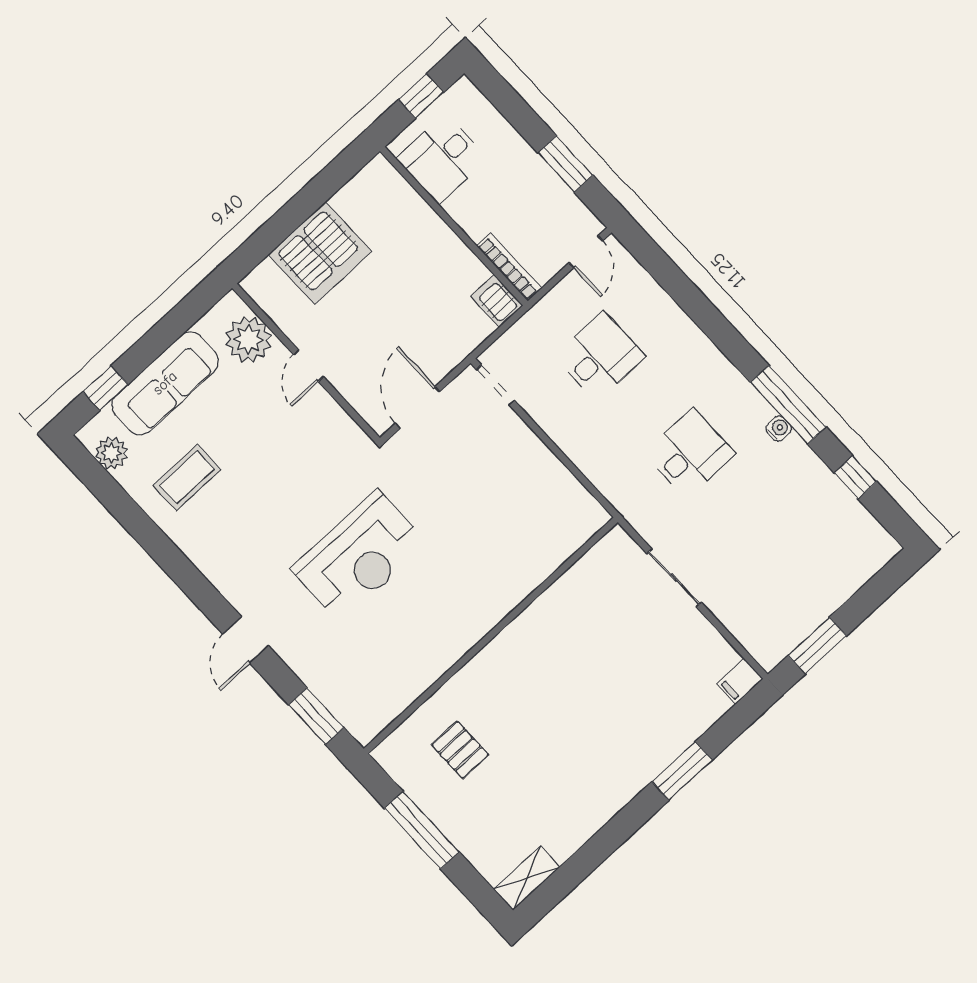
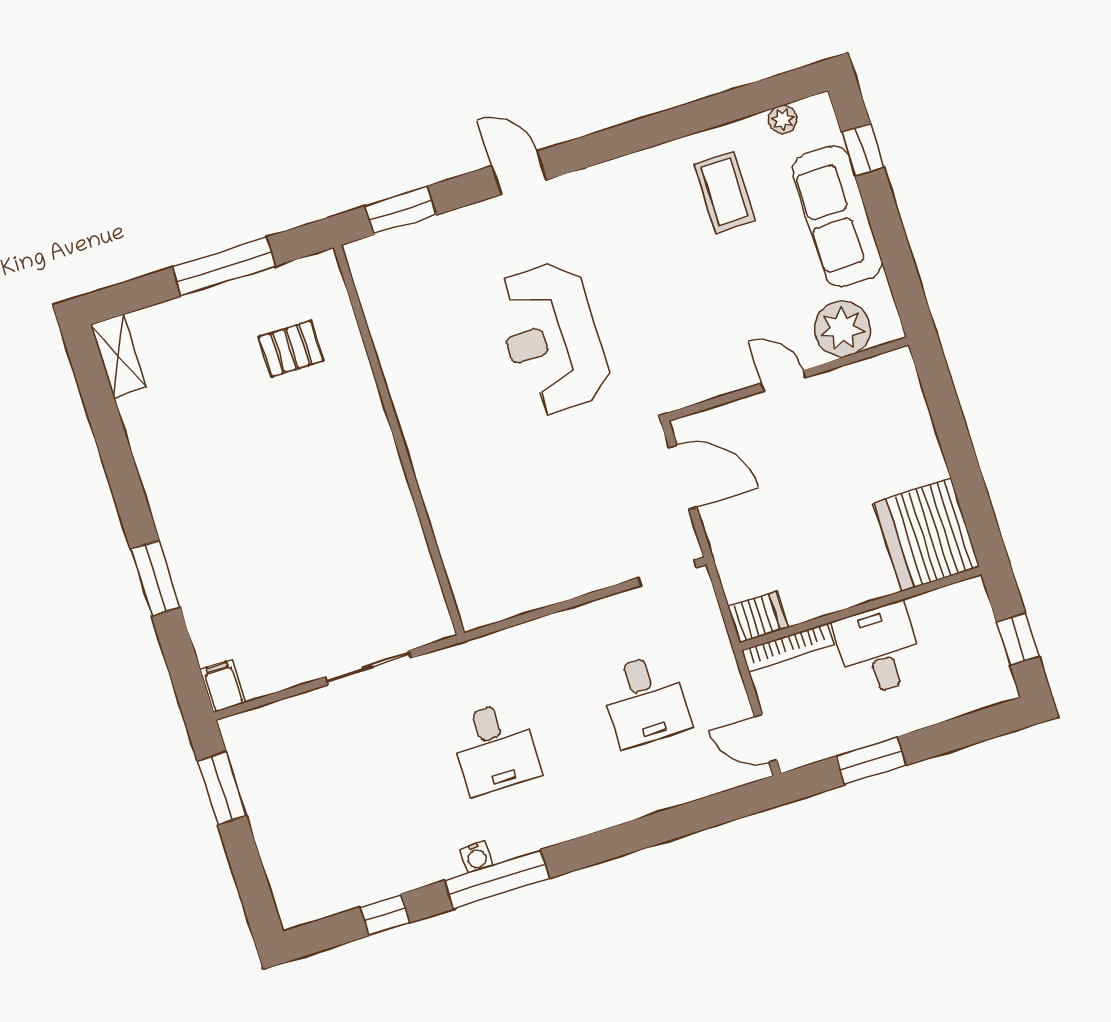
desk: (442, 159) -> (879, 649), moved
server rack: (320, 253) -> (926, 535), moved
plant: (112, 453) -> (783, 120), width x0.73, depth x0.73

